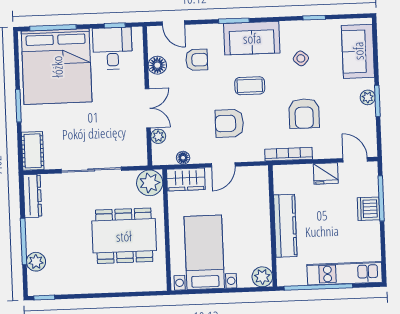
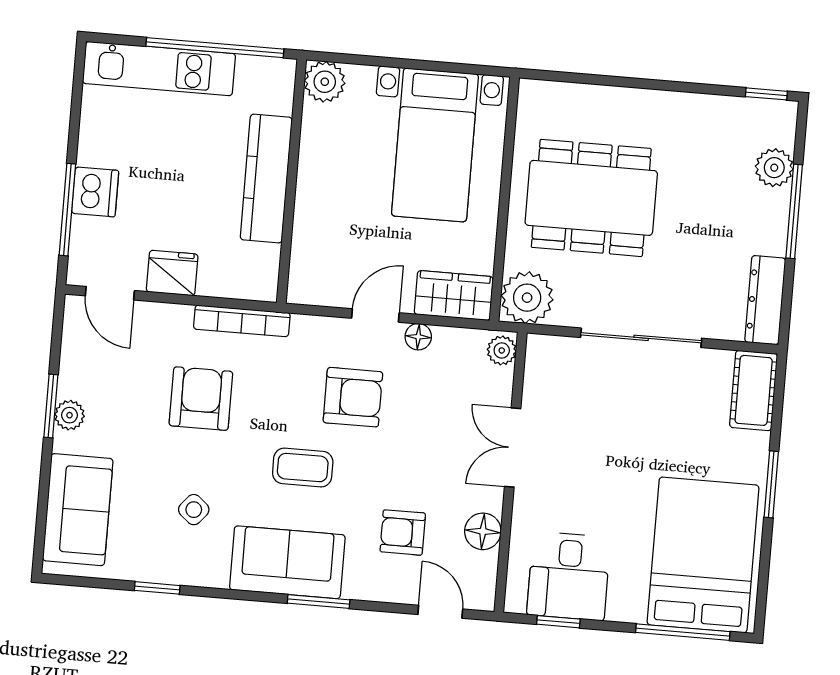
bed: (57, 67) -> (703, 555), width x0.73
plant: (158, 136) -> (502, 350), moved
floor lamp: (183, 158) -> (418, 337), moved

